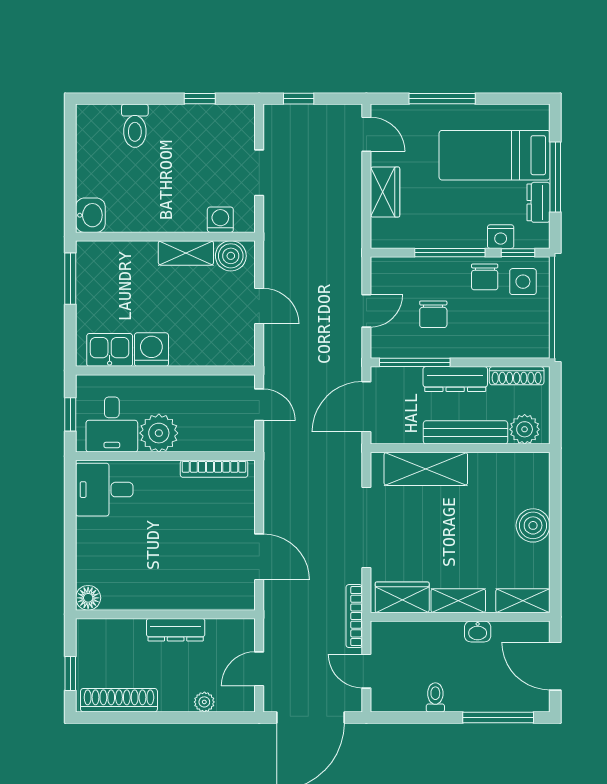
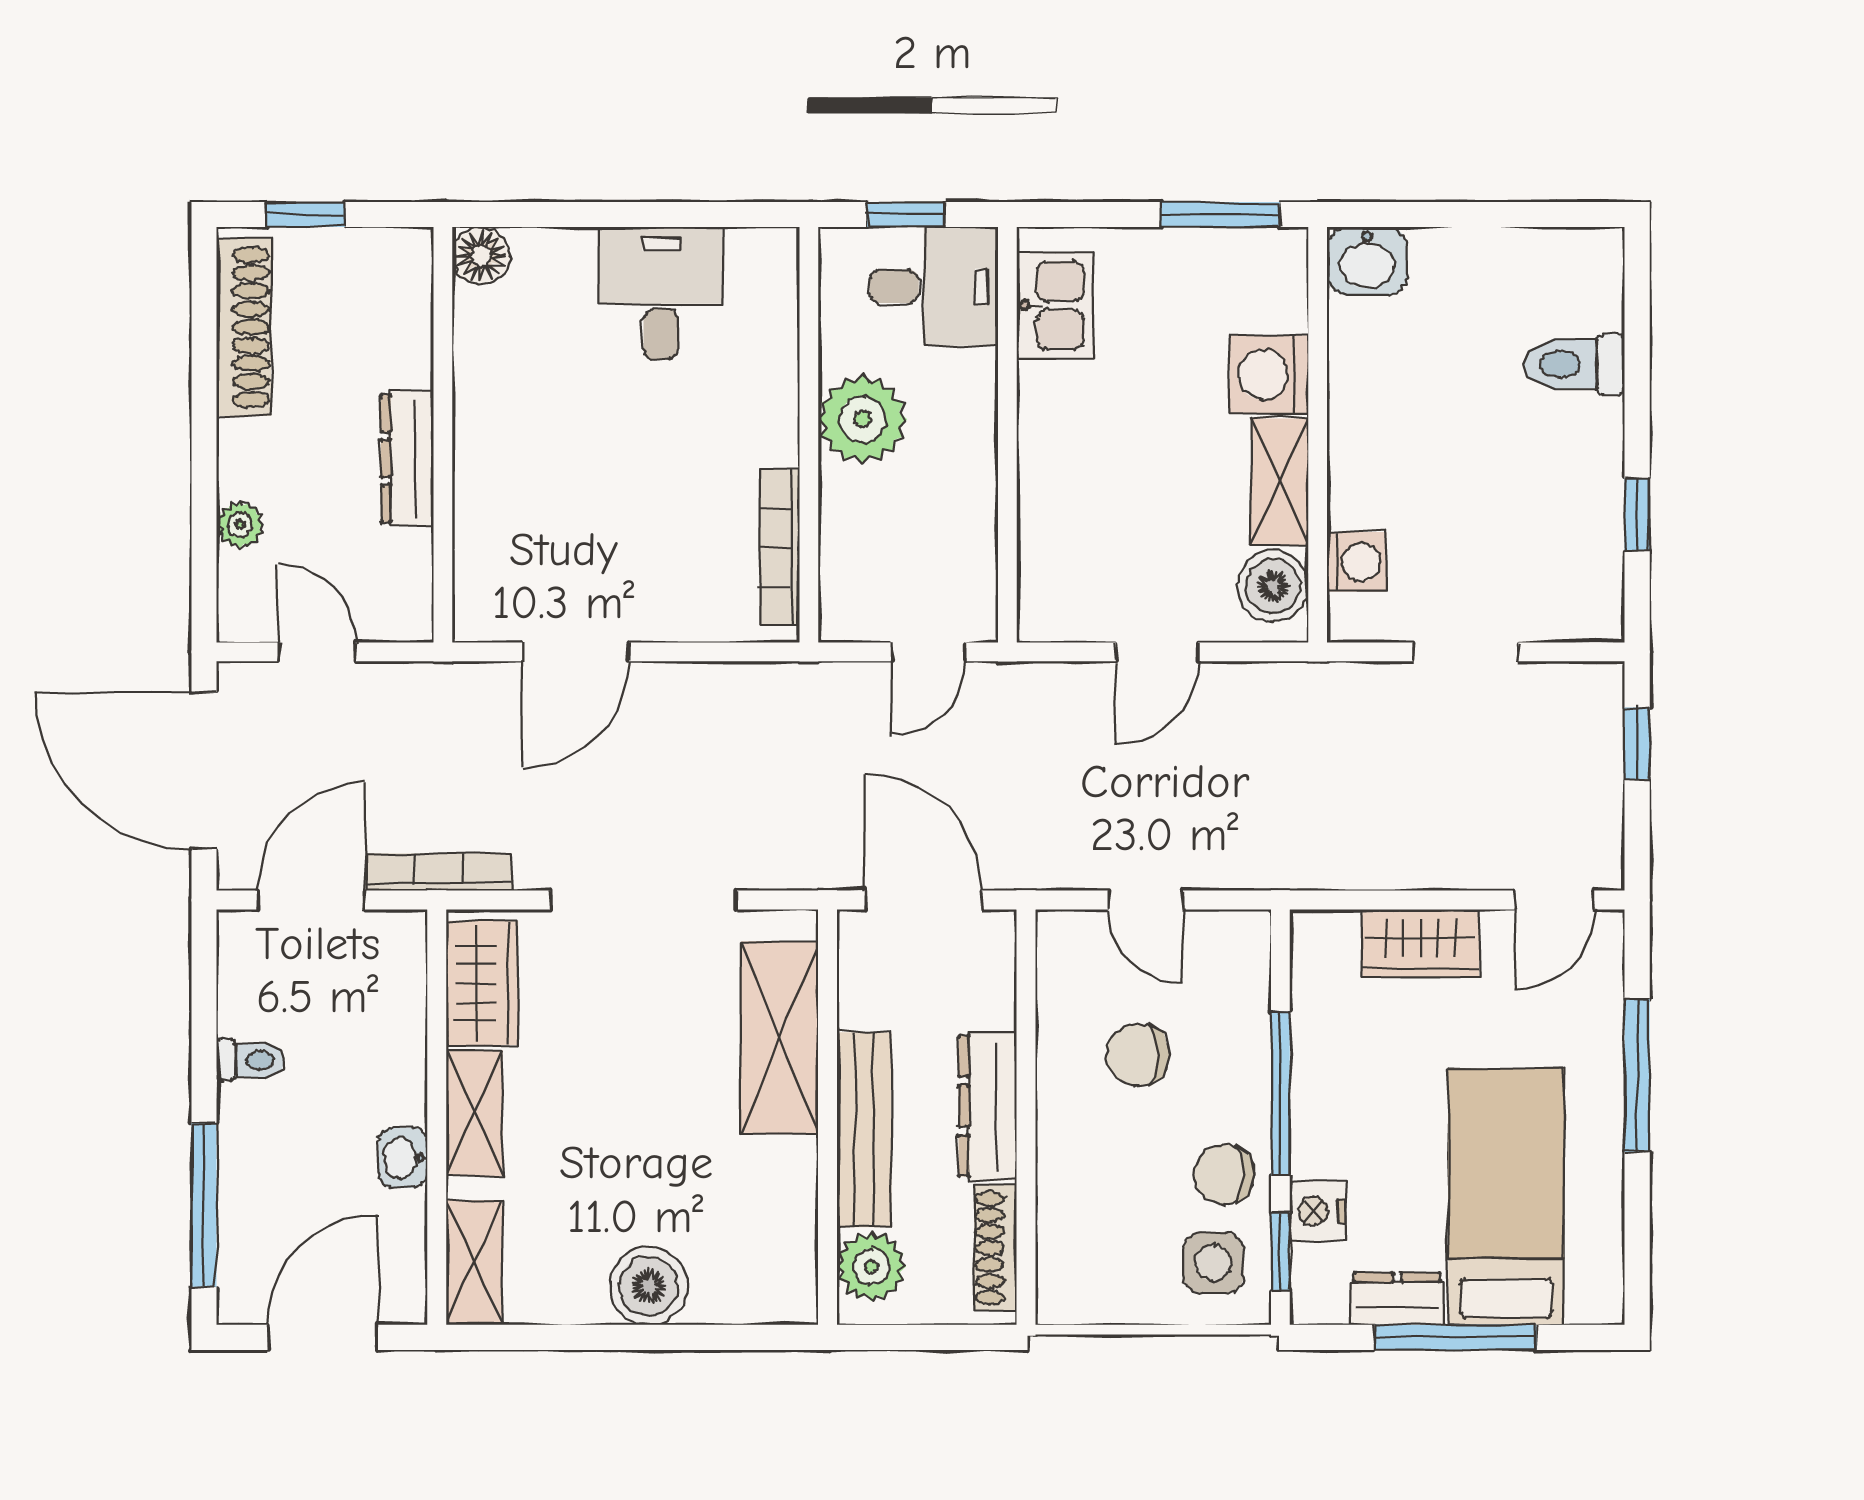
washing machine: (151, 350) -> (1269, 375), moved, turned 180
window: (415, 362) -> (1026, 1012), removed
desk: (112, 425) -> (934, 286), moved, turned 180
desk: (104, 490) -> (661, 293), moved
door: (366, 671) -> (311, 900), width x1.38

